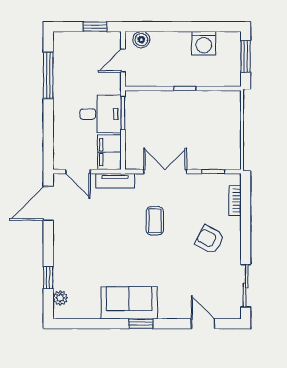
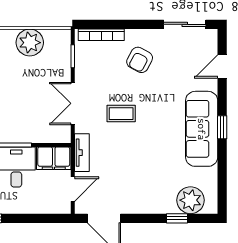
plant: (227, 128) -> (30, 43), added
bookcase: (235, 201) -> (101, 35), width x1.56
plant: (60, 298) -> (191, 200), width x1.88, depth x1.88
sofa: (129, 303) -> (202, 129), width x1.36

